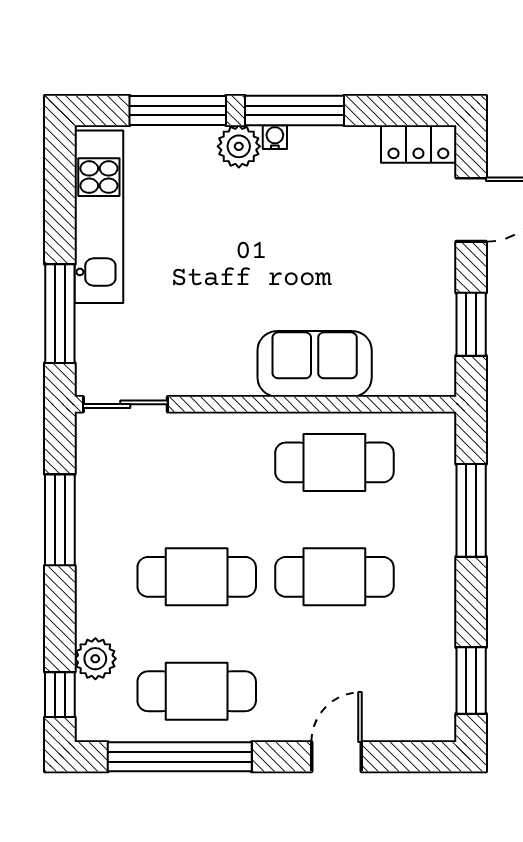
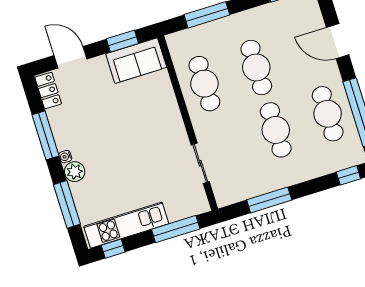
window: (295, 110) -> (45, 135), moved
window: (60, 176) -> (113, 249), added
sofa: (315, 364) -> (136, 61), moved, turned -90
sliding door: (125, 404) -> (200, 163), moved
plant: (95, 659) -> (327, 164), removed
door: (336, 757) -> (338, 41), width x1.38

